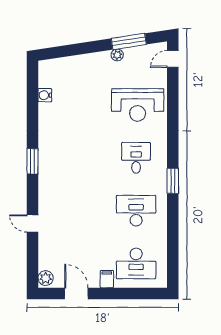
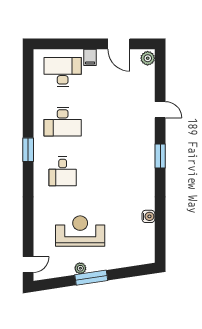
window: (129, 41) -> (91, 278), moved
water cooler: (45, 95) -> (148, 216), moved
reception desk: (138, 105) -> (80, 231), moved
window: (32, 161) -> (160, 156), moved

